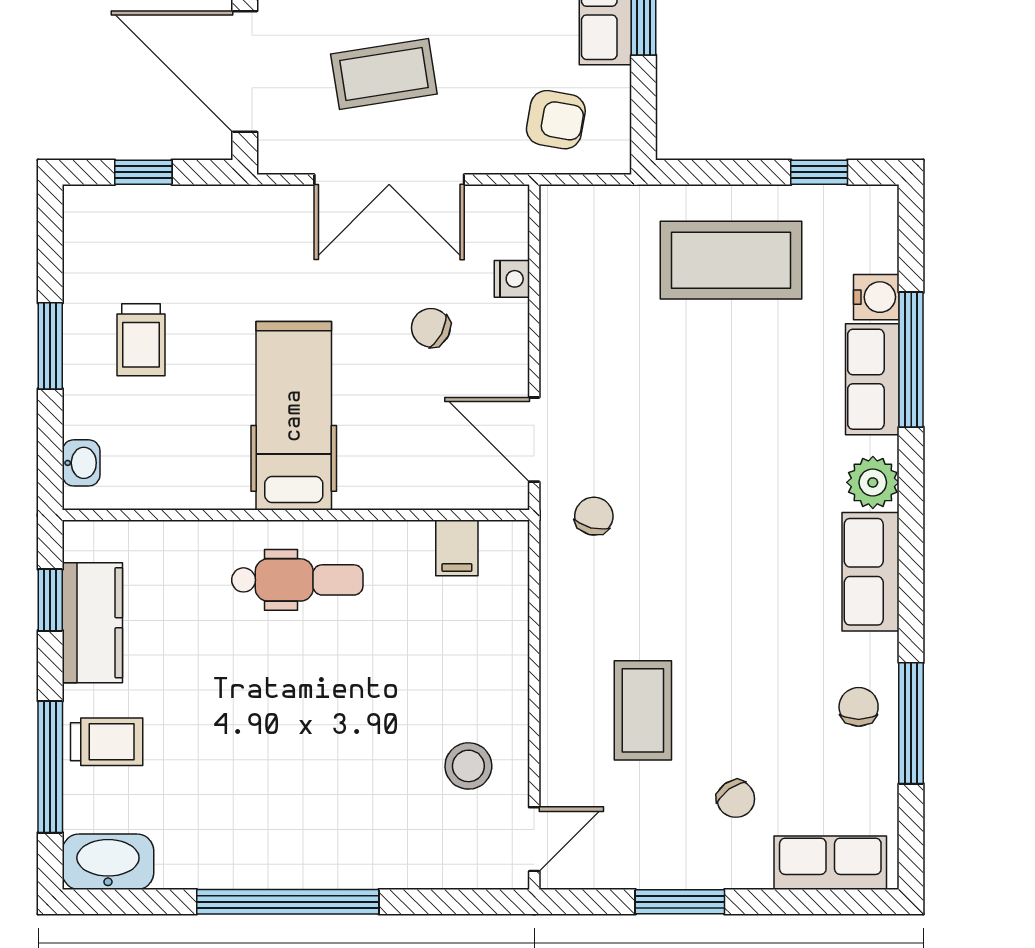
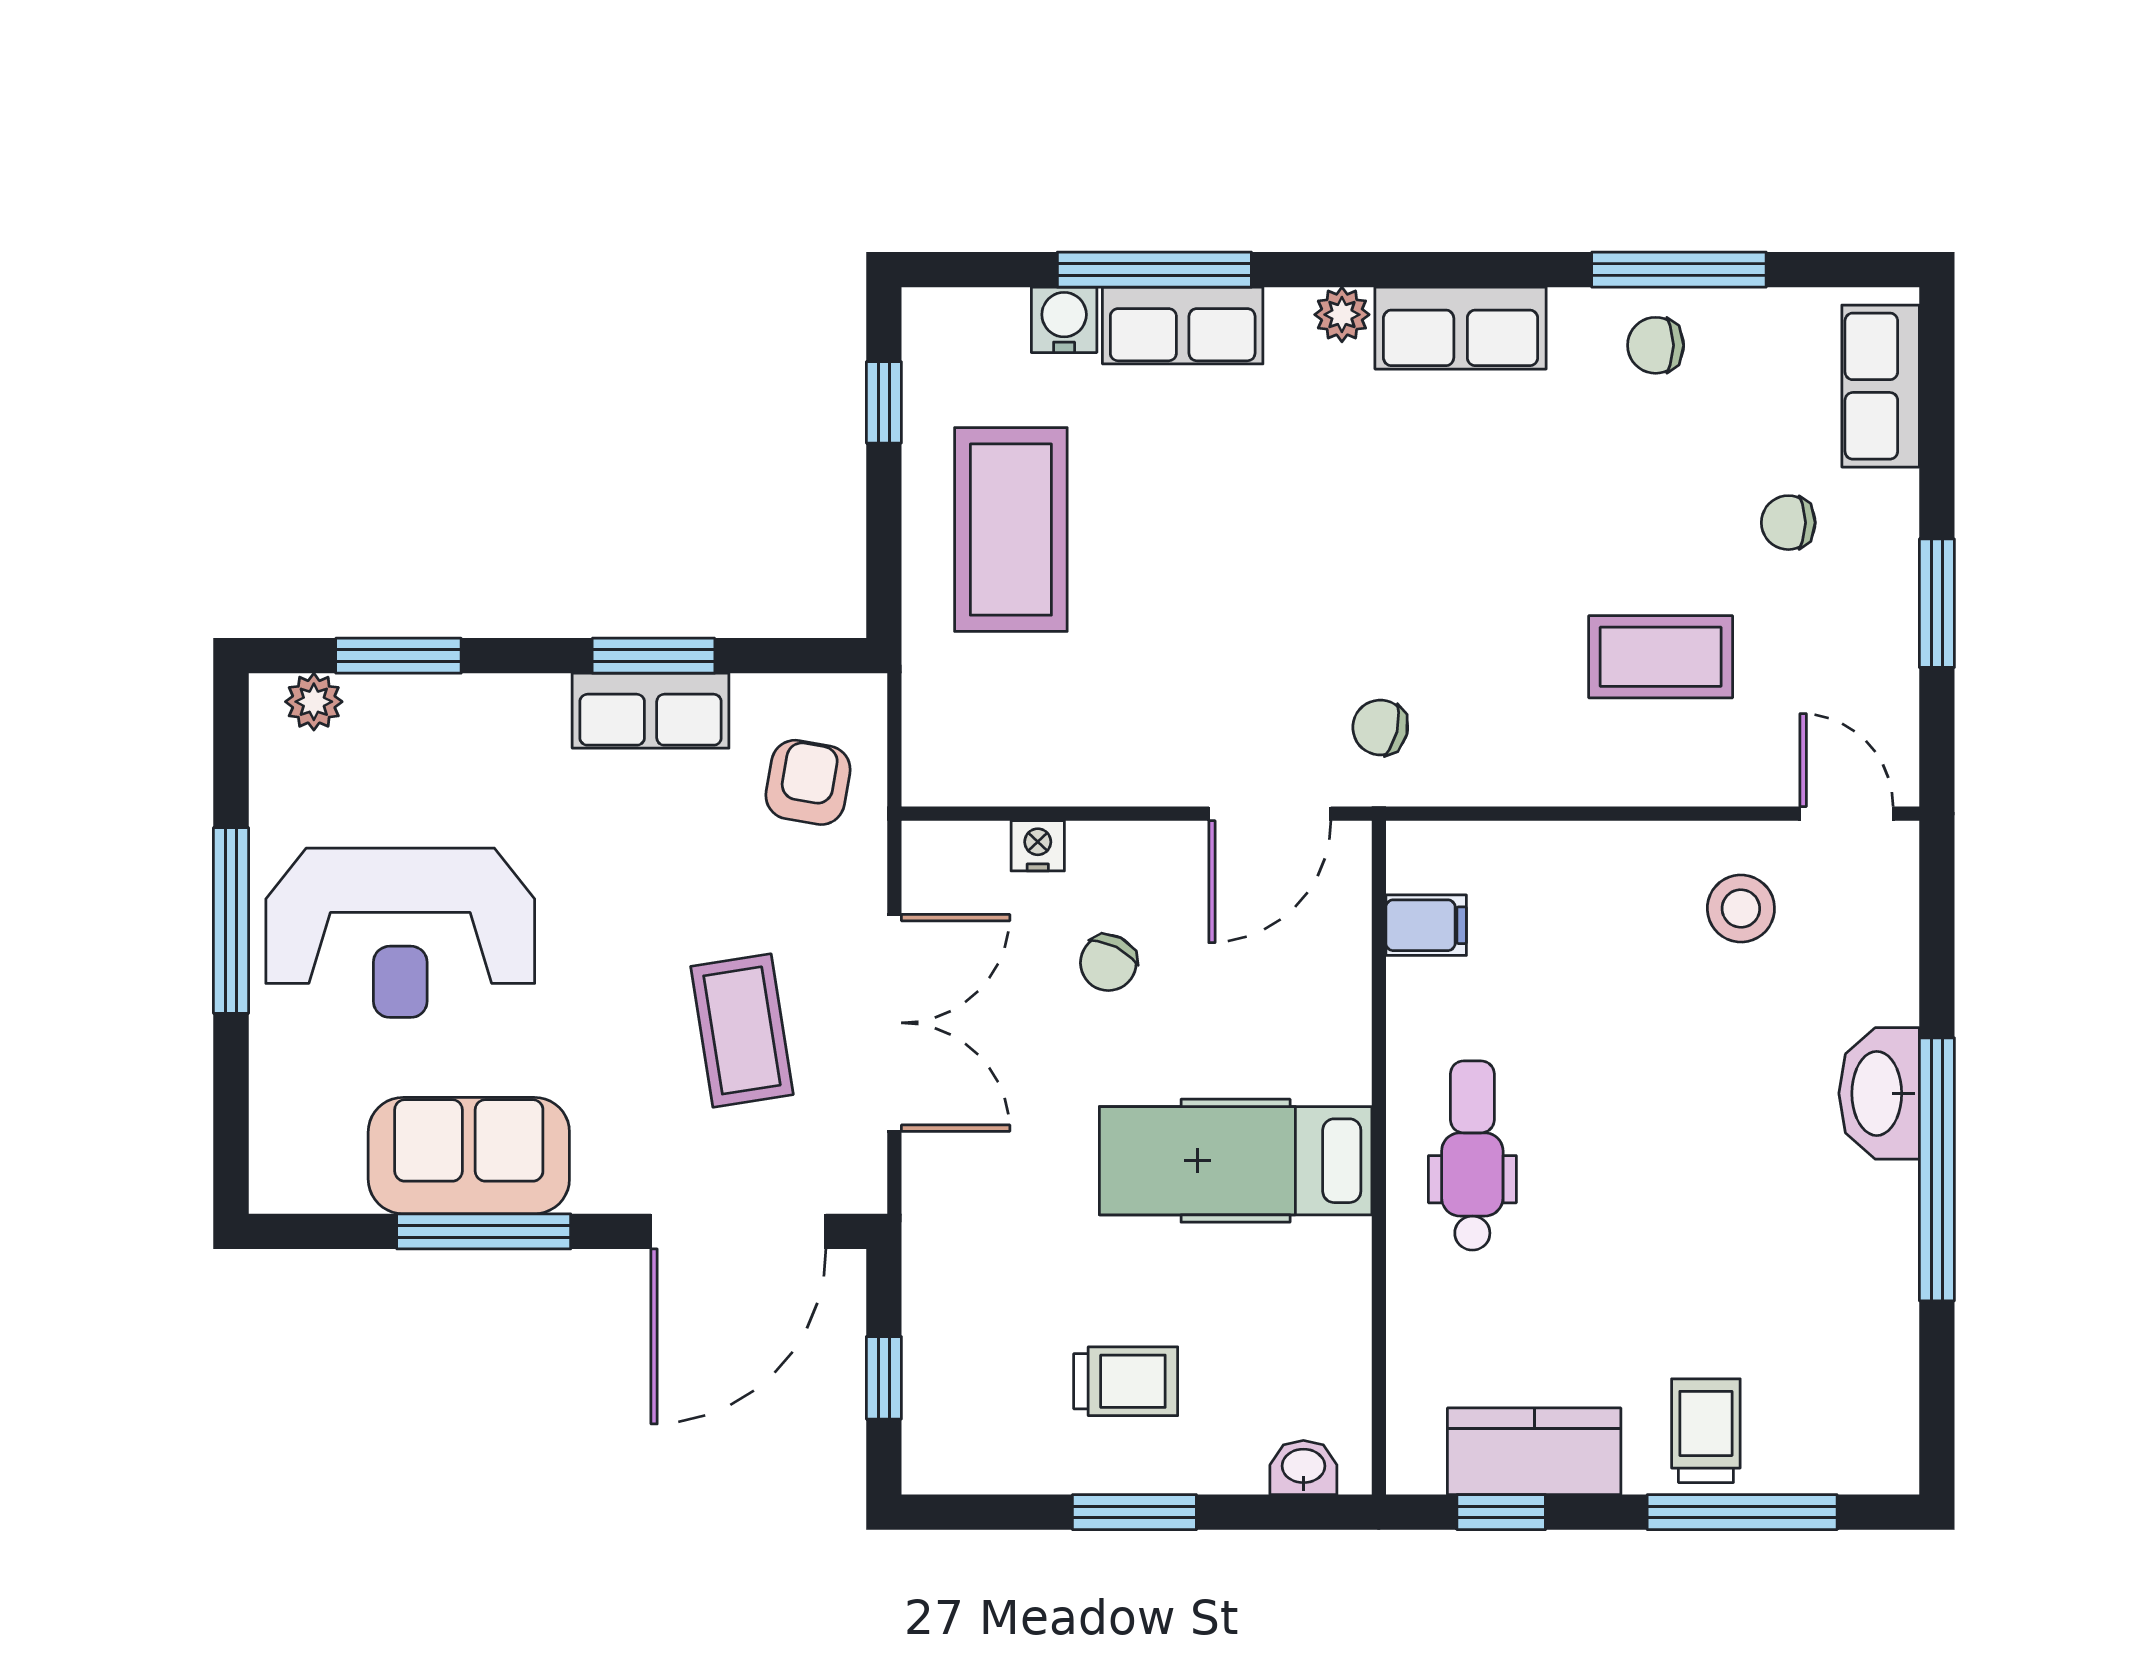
plant: (873, 482) -> (1342, 315), width x0.73, depth x0.73
chair: (736, 799) -> (1788, 523), turned -144
washbasin: (108, 862) -> (1879, 1093), moved

